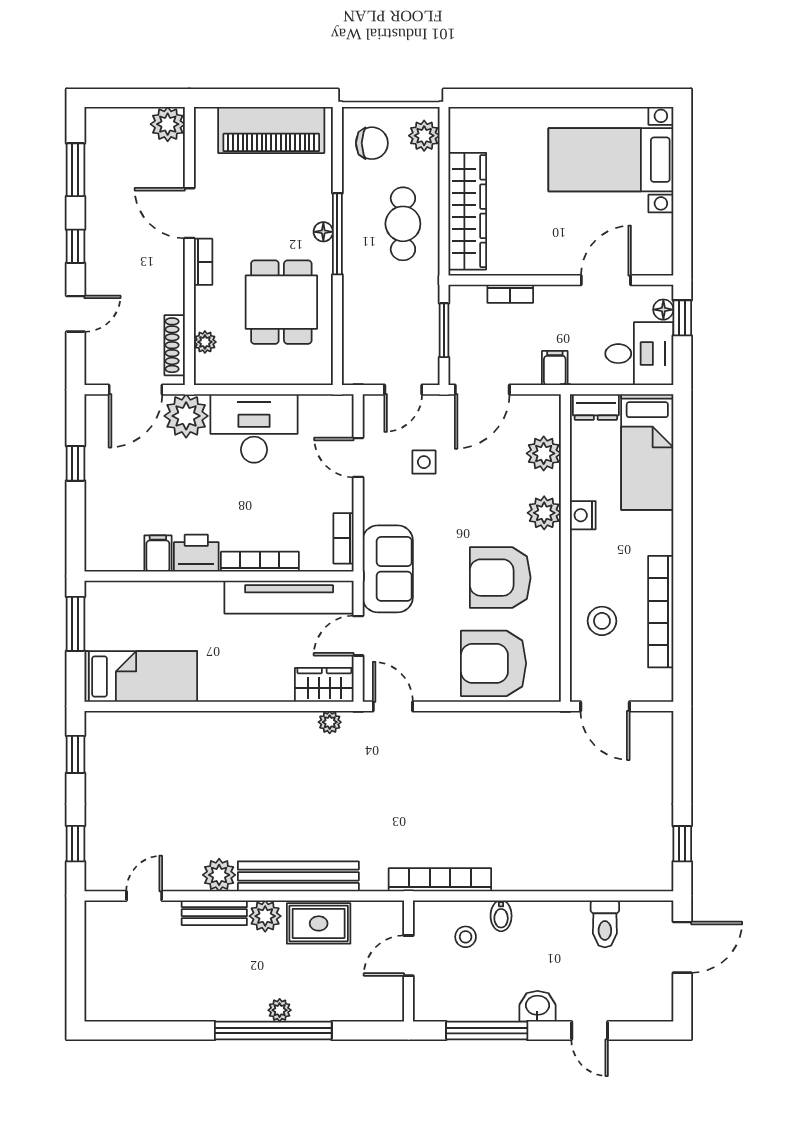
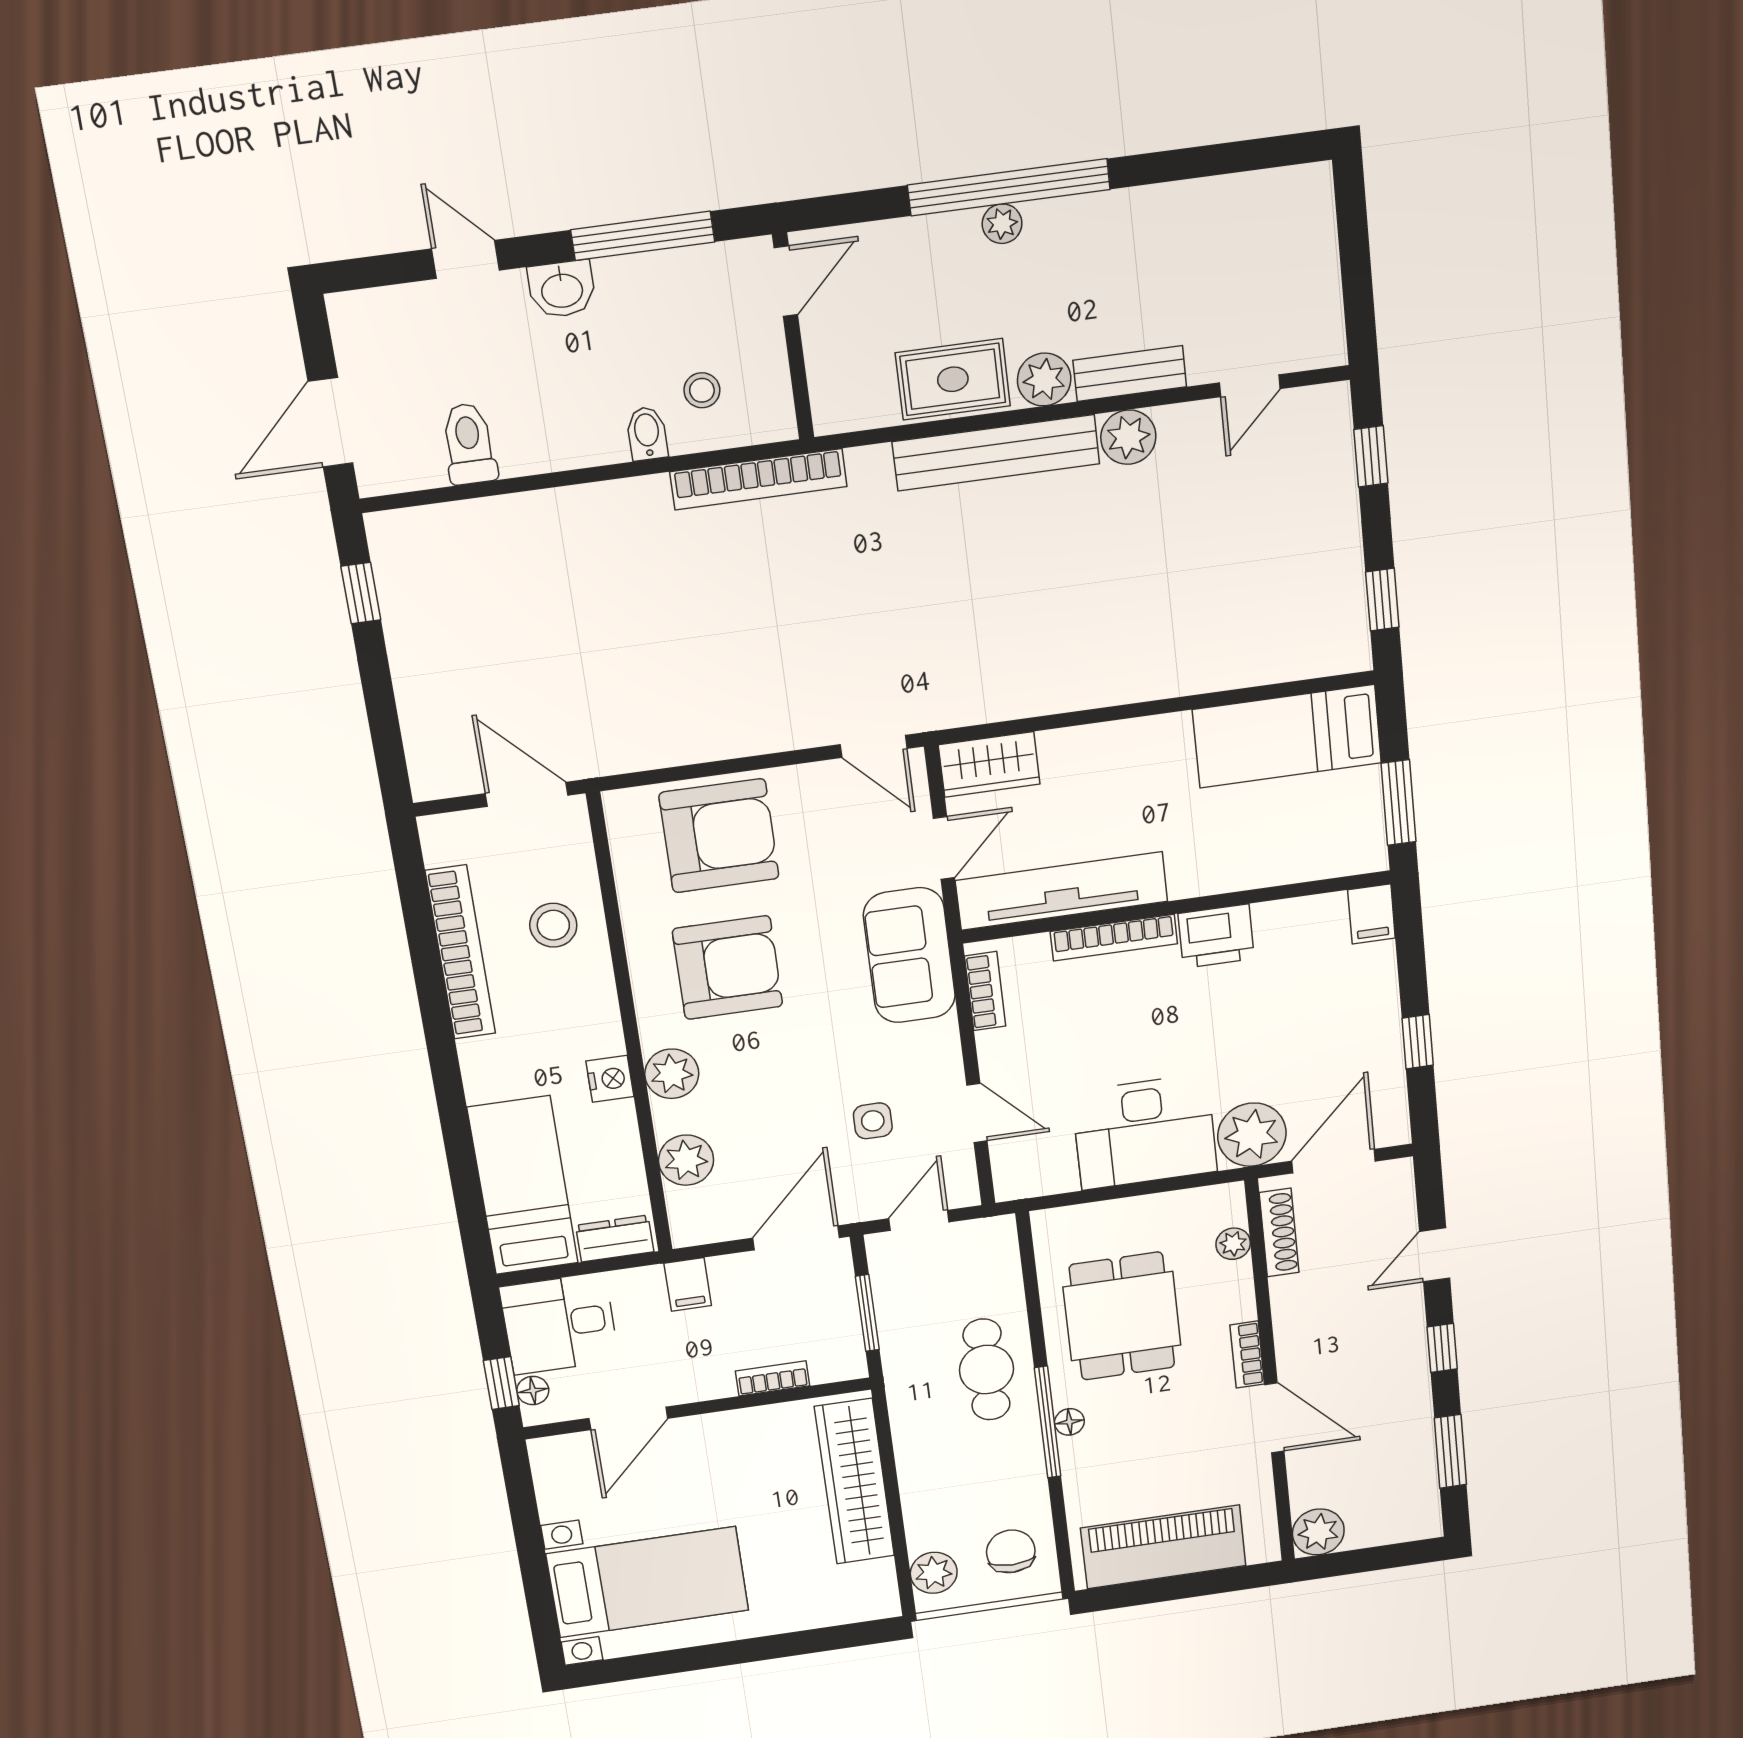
chair: (372, 143) -> (1011, 1551), turned 90
cafe table: (403, 224) -> (986, 1369), moved
filing cabinet: (158, 553) -> (1371, 914), moved
plant: (330, 722) -> (973, 707), removed
door: (408, 956) -> (786, 281), moved

